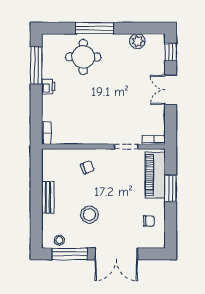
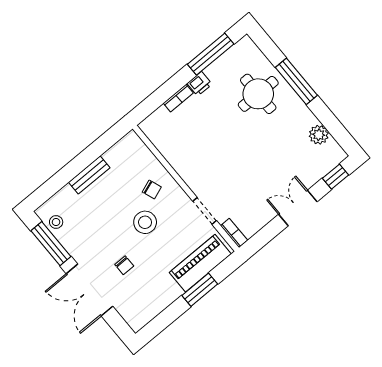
bookcase: (46, 133) -> (178, 98), moved
stool: (89, 215) -> (145, 222), moved
chair: (149, 221) -> (124, 265), moved

